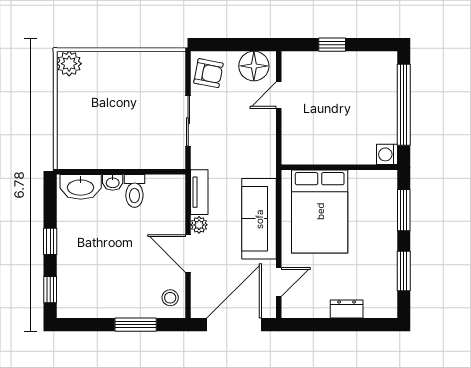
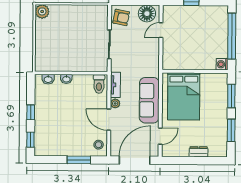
washbasin: (81, 187) -> (48, 79), width x0.52, depth x0.69
toilet: (134, 191) -> (99, 84), moved

